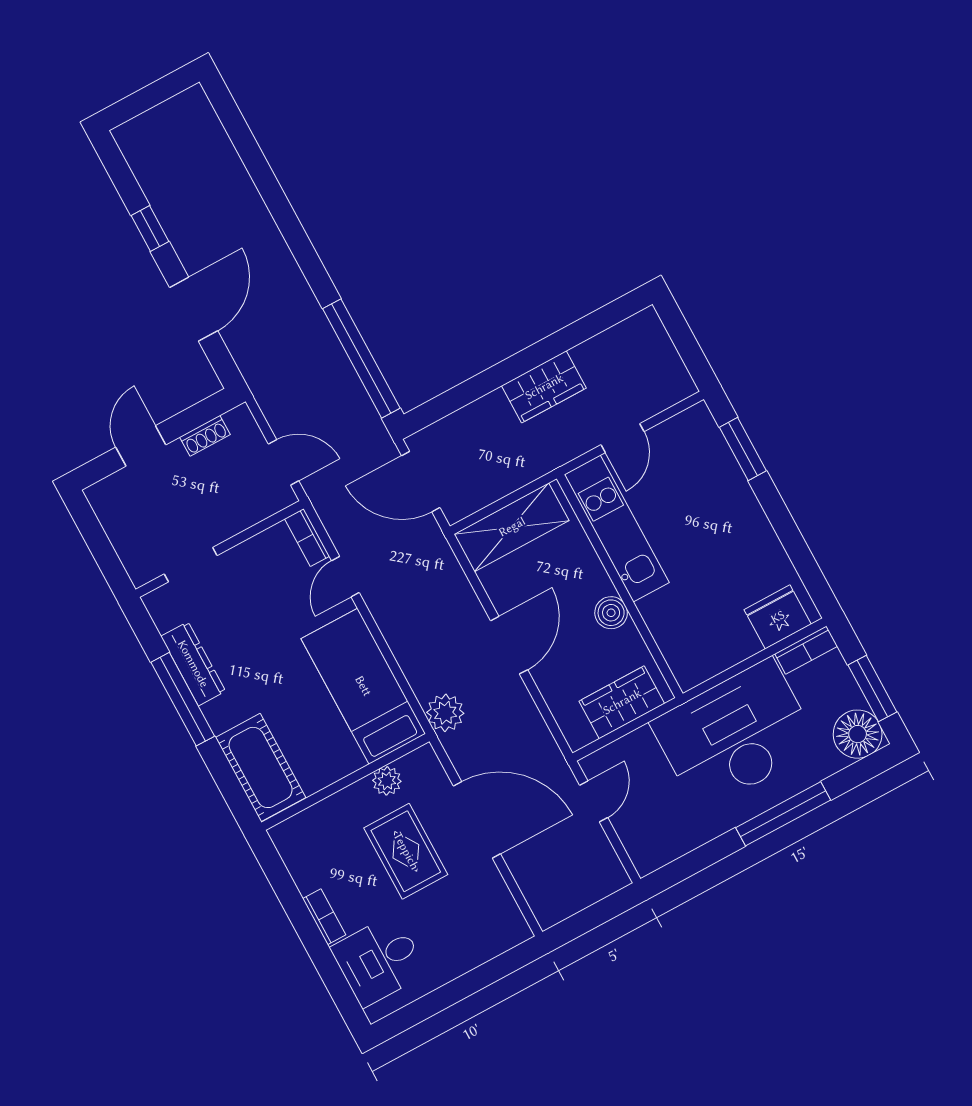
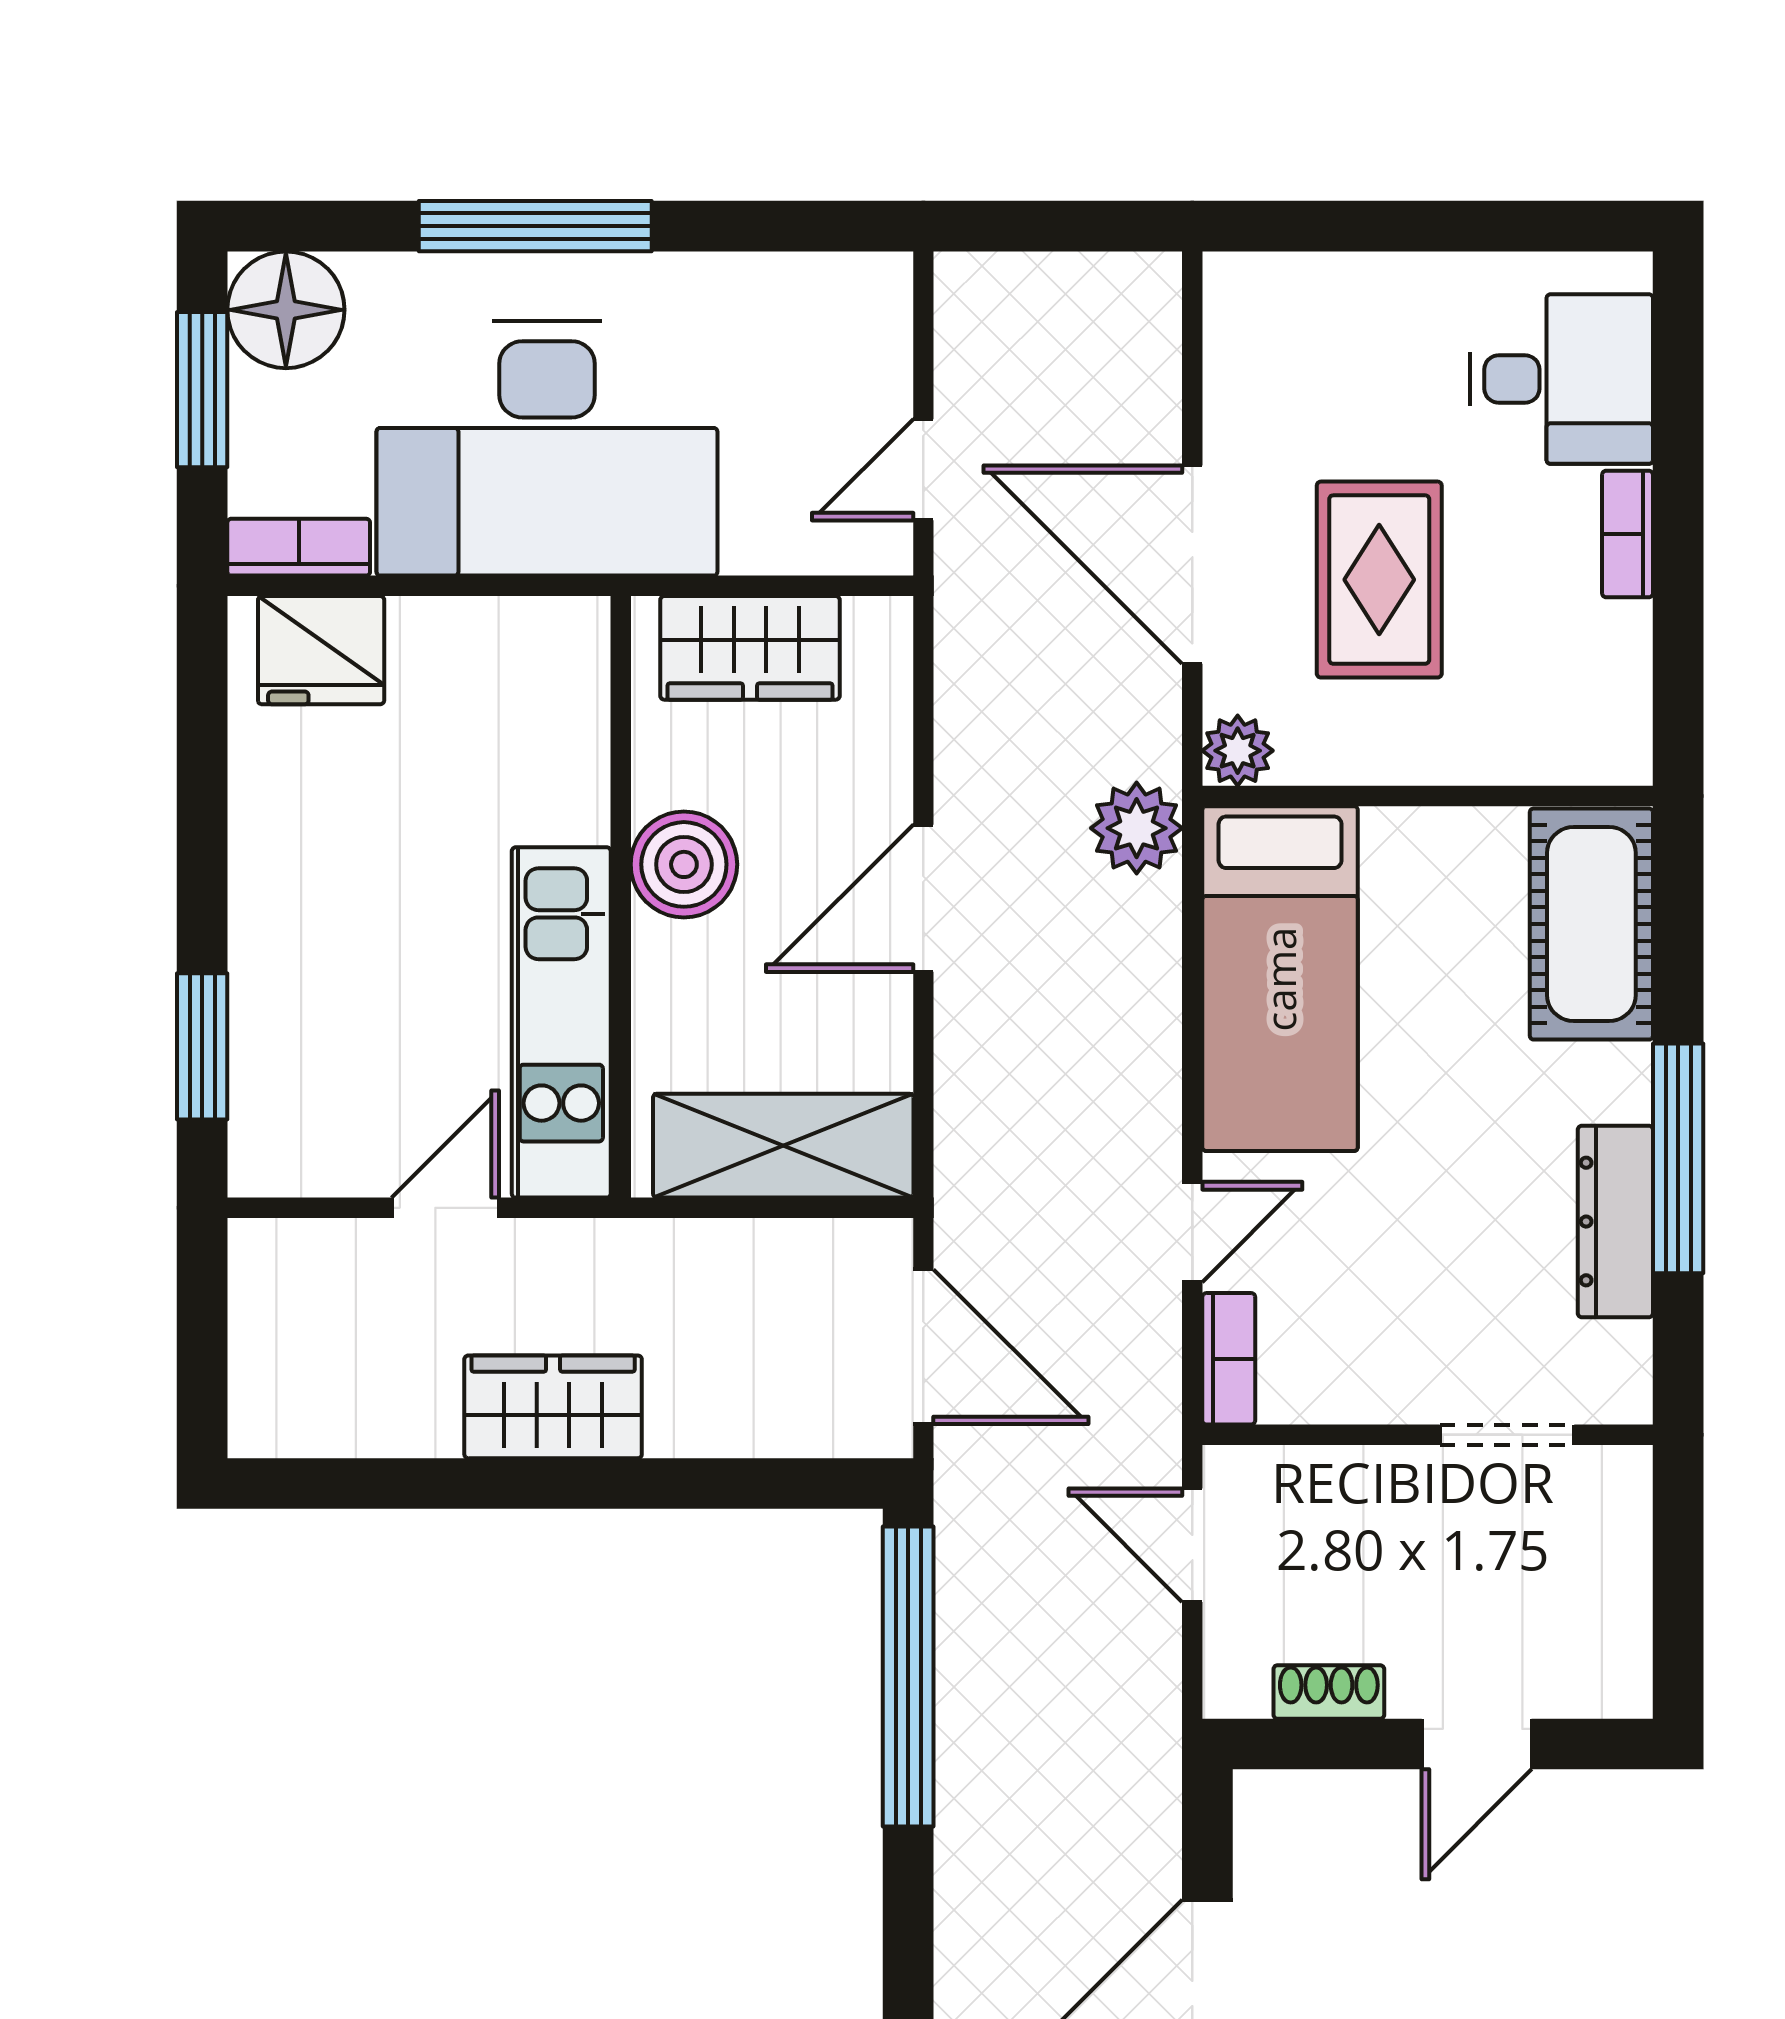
boiler: (611, 613) -> (684, 864), width x1.36, depth x1.36
plant: (387, 781) -> (1238, 751), moved

